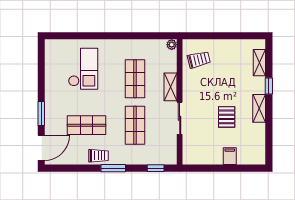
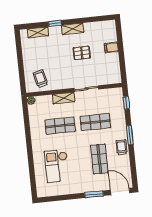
checkout: (83, 69) -> (57, 166), turned -90

